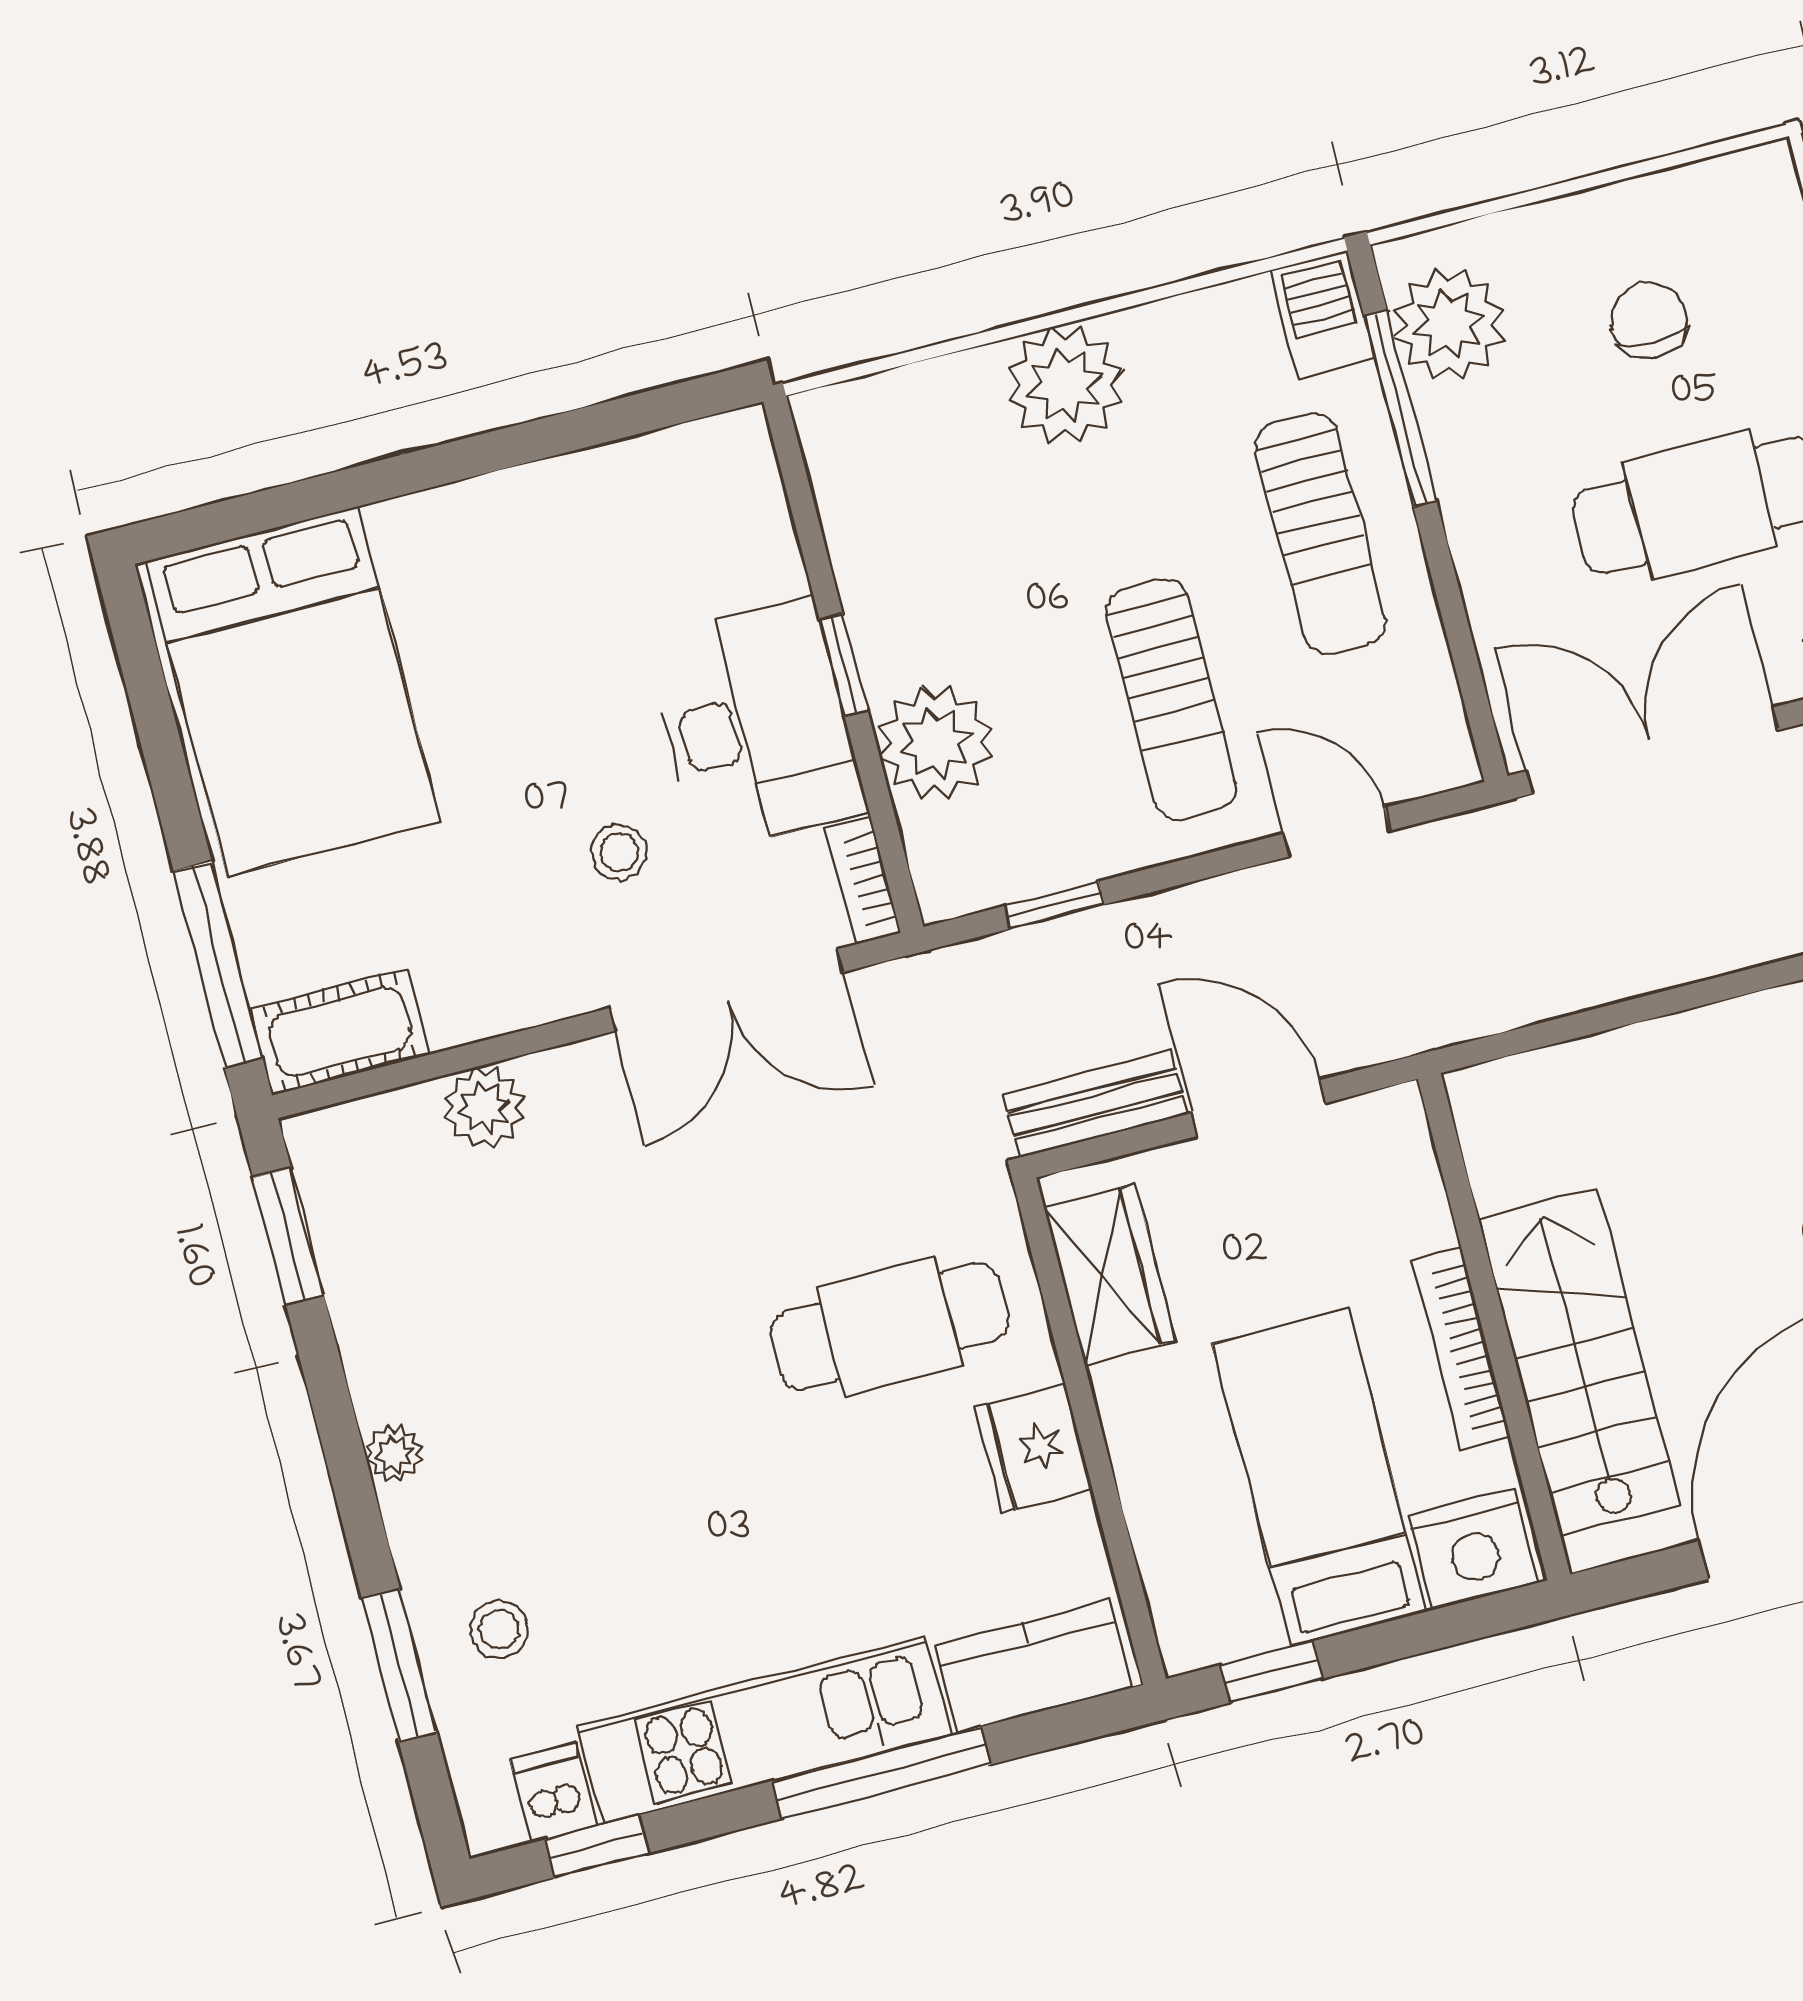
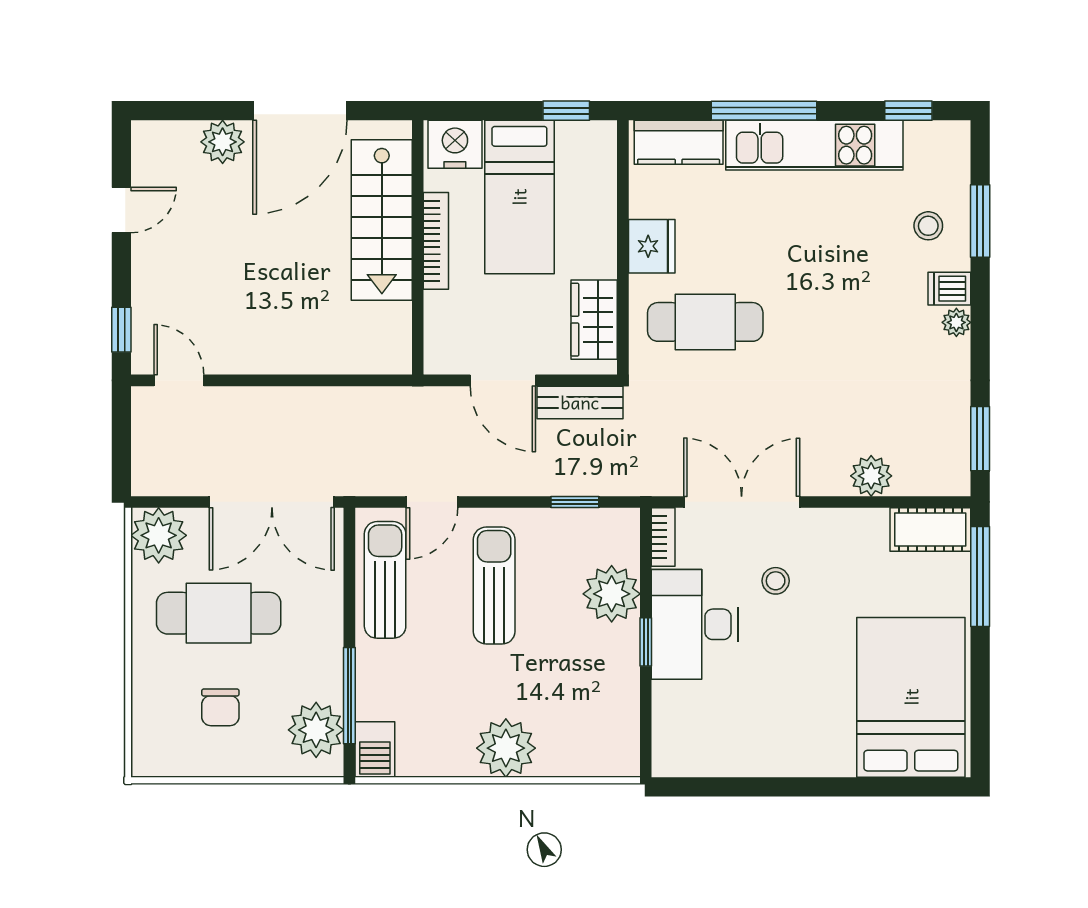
sun lounger: (1321, 534) -> (385, 580), moved
door: (1336, 832) -> (432, 502), hinge flipped
dishwasher: (553, 1793) -> (949, 289), moved, turned 90

